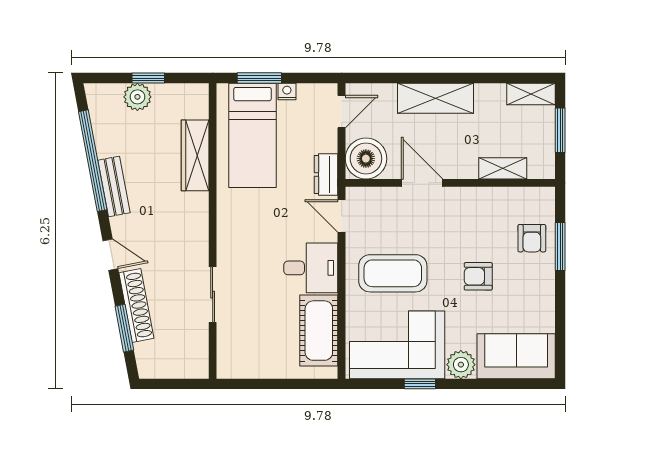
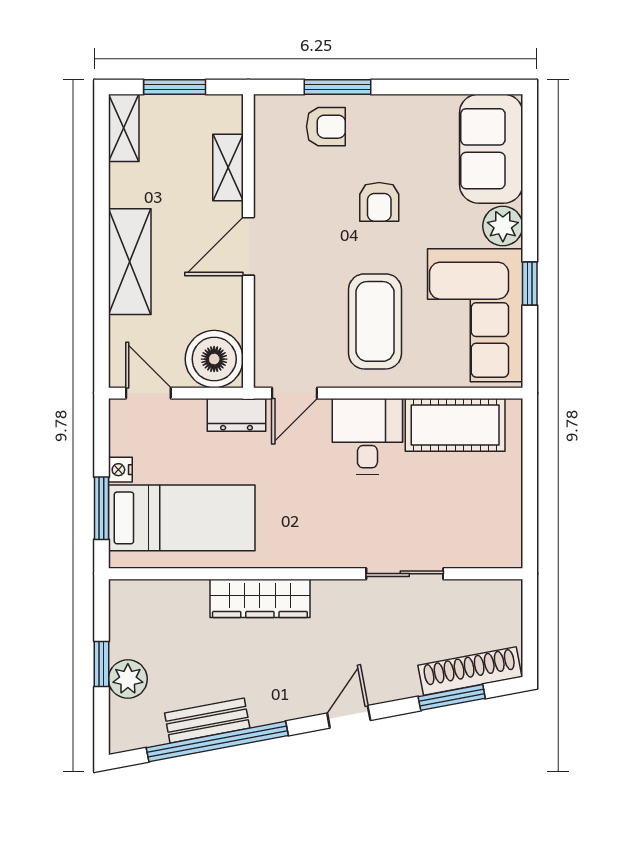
wardrobe: (195, 155) -> (260, 598), moved
door: (422, 183) -> (248, 246), moved
bench: (114, 186) -> (207, 721), moved
shoe rack: (136, 305) -> (470, 671), moved

